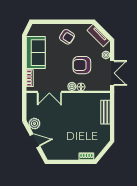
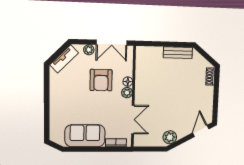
armchair: (67, 37) -> (66, 98), removed
double door: (112, 73) -> (112, 43), swing flipped
bench: (105, 112) -> (178, 53), moved
door: (35, 141) -> (201, 131), moved

